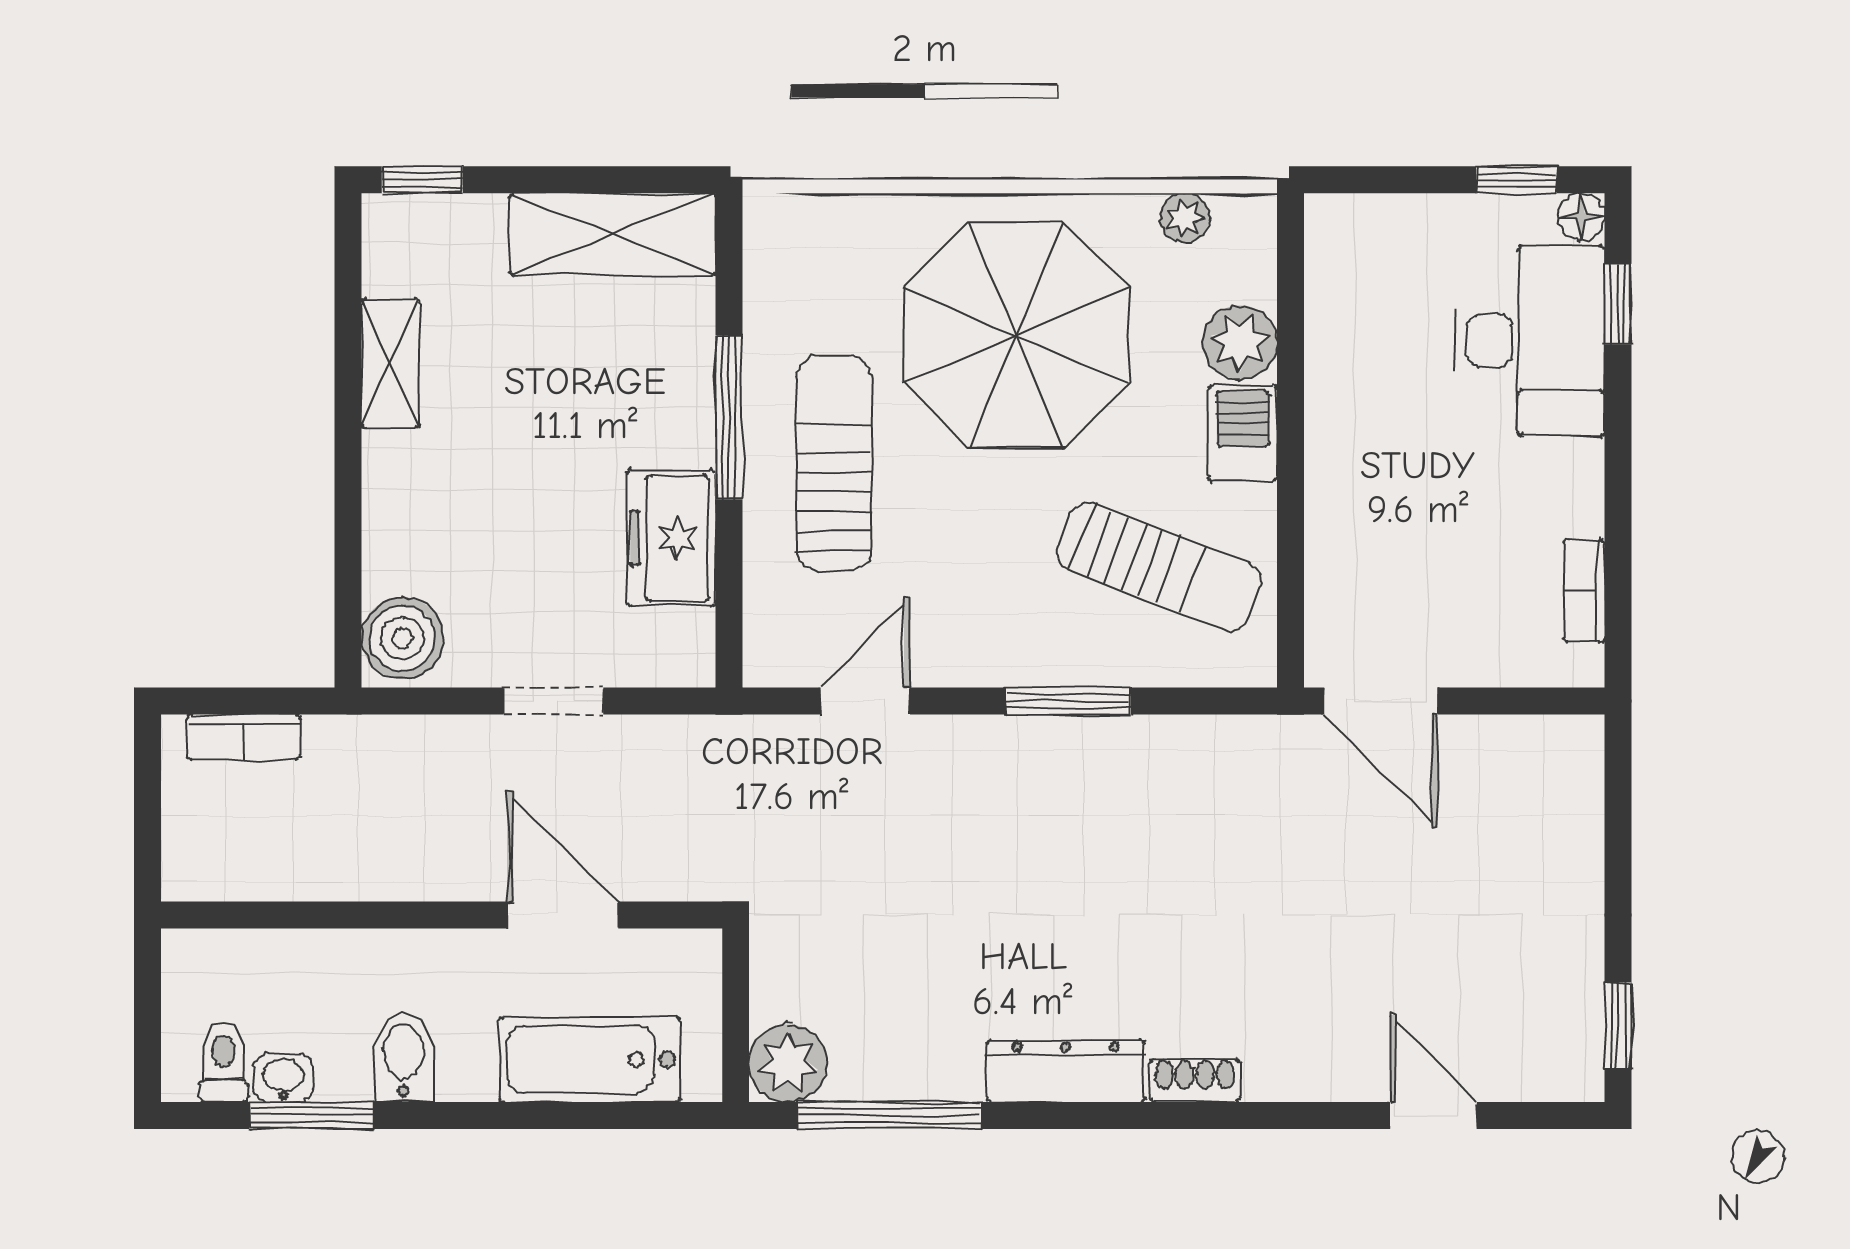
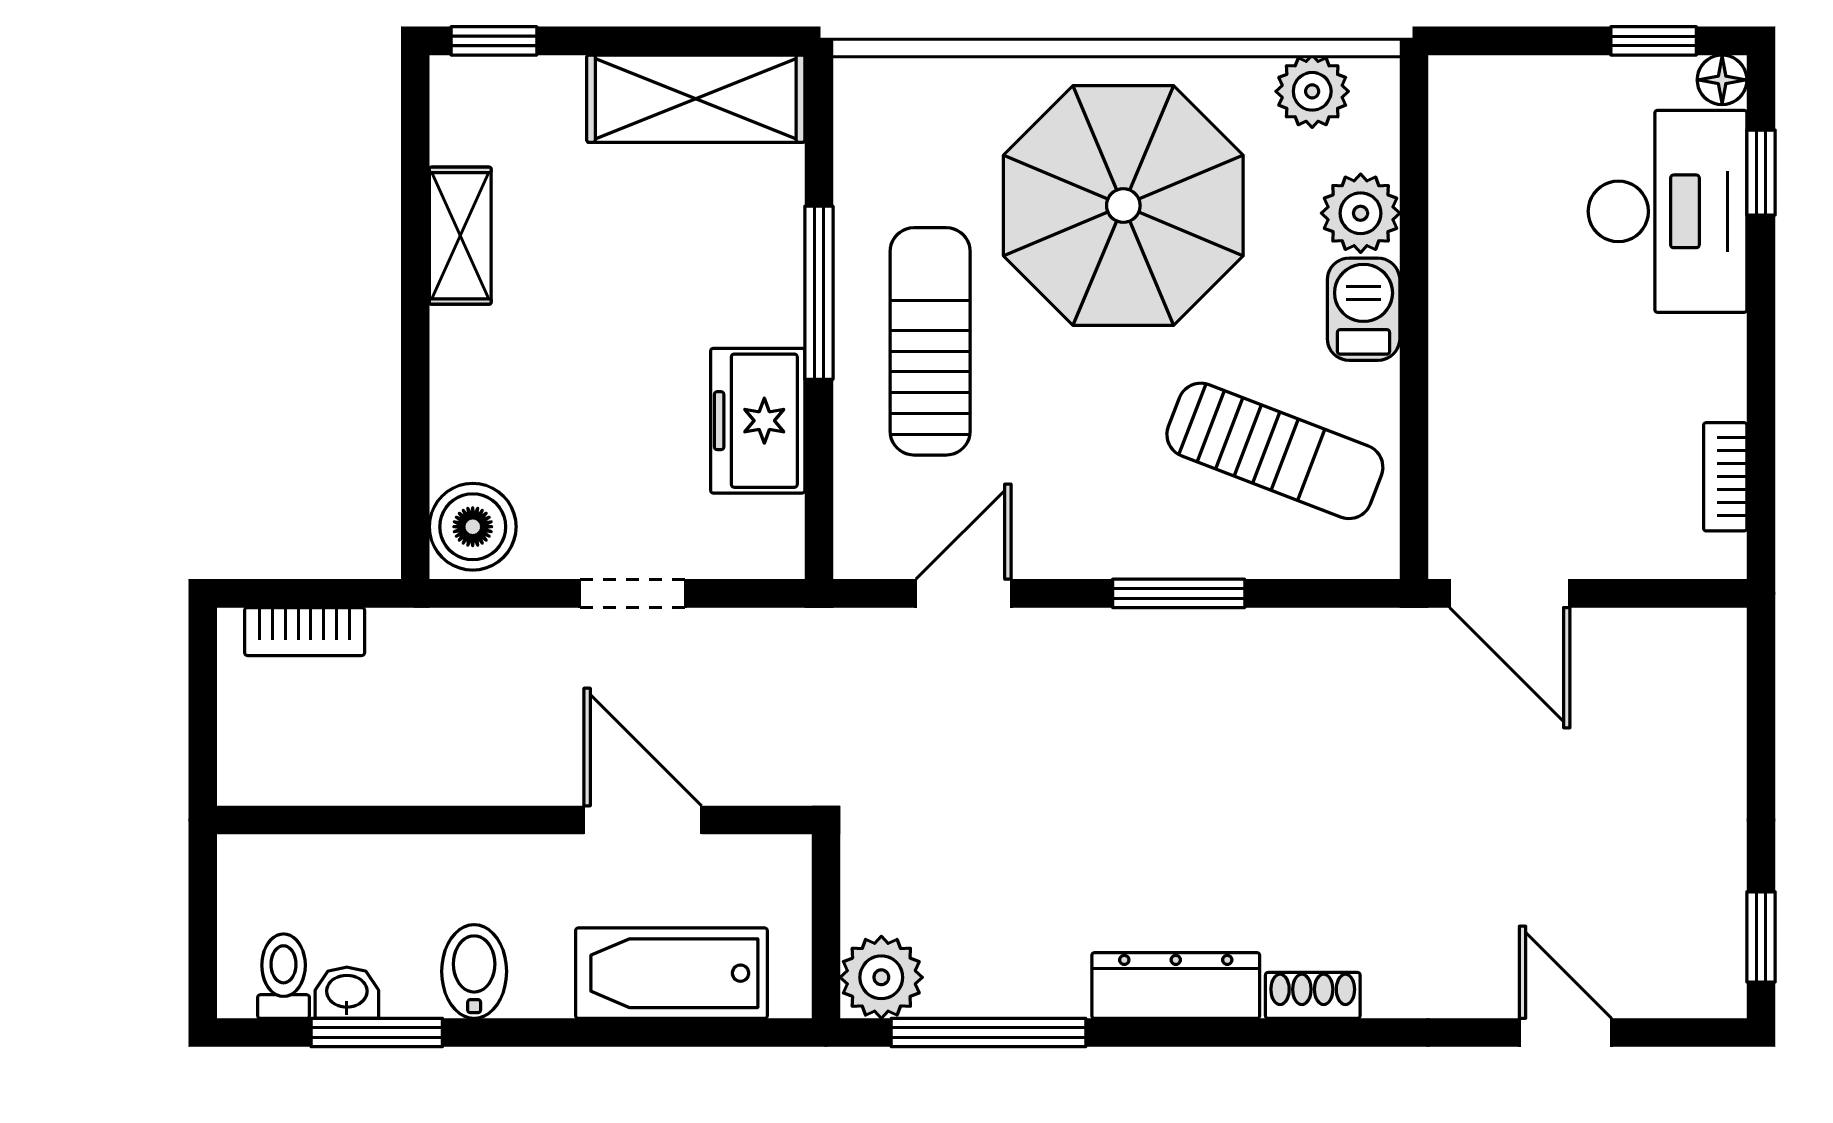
plant: (1185, 218) -> (1312, 91), width x1.38, depth x1.38

